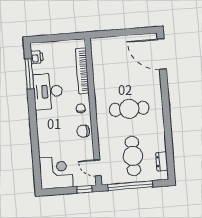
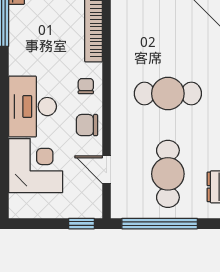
desk: (48, 91) -> (32, 107), moved
door: (98, 168) -> (106, 170), moved
corner desk: (56, 172) -> (36, 166), moved

